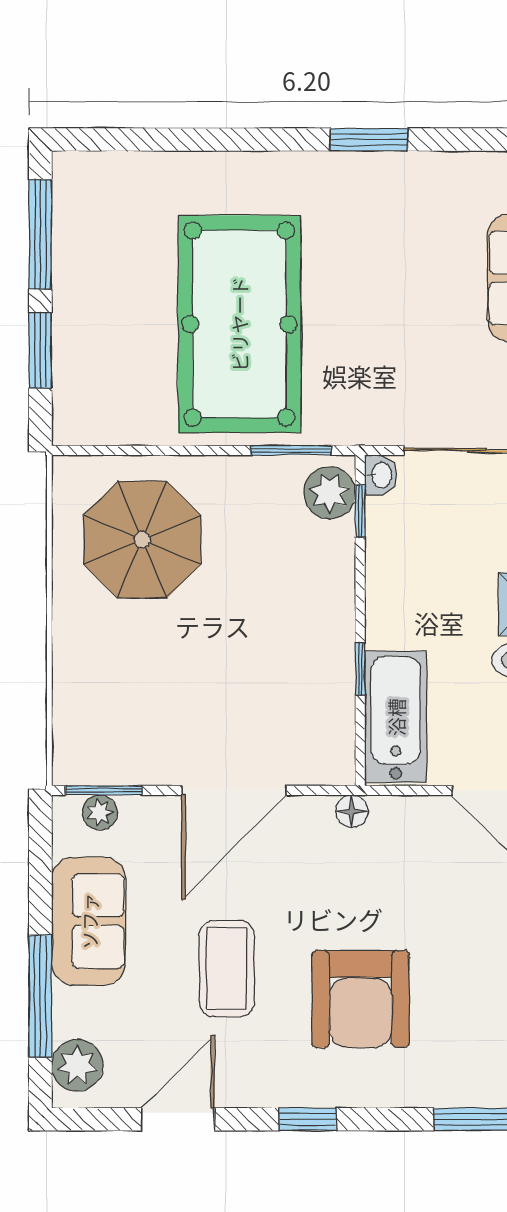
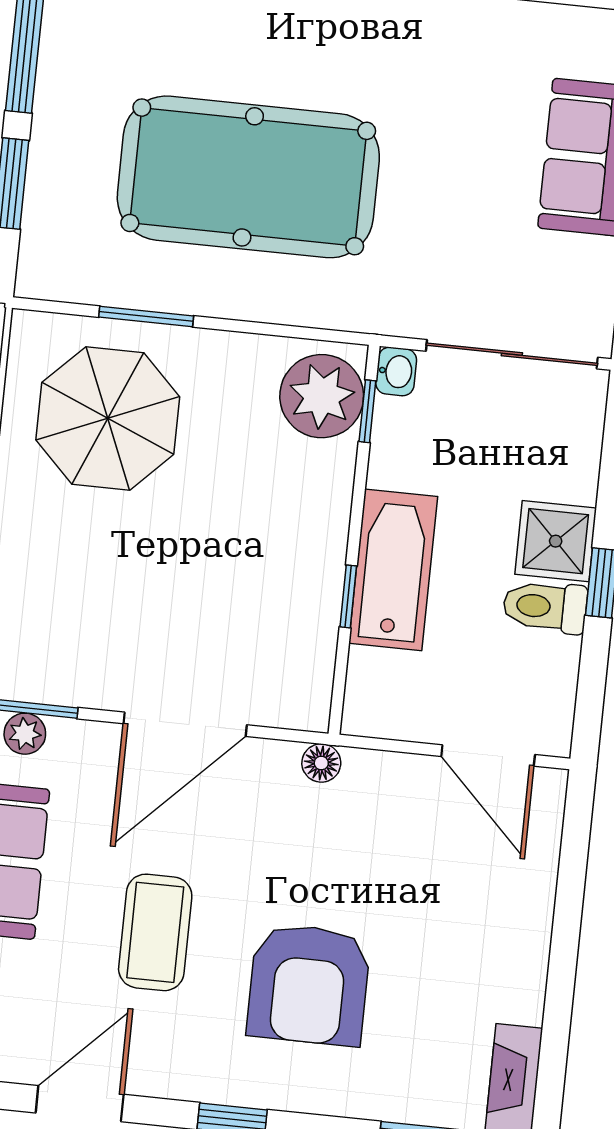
pool table: (239, 324) -> (248, 177), turned 90
window: (291, 450) -> (146, 316), moved
plant: (330, 493) -> (322, 396), width x1.36, depth x1.36
bathtub: (396, 717) -> (393, 570), moved

